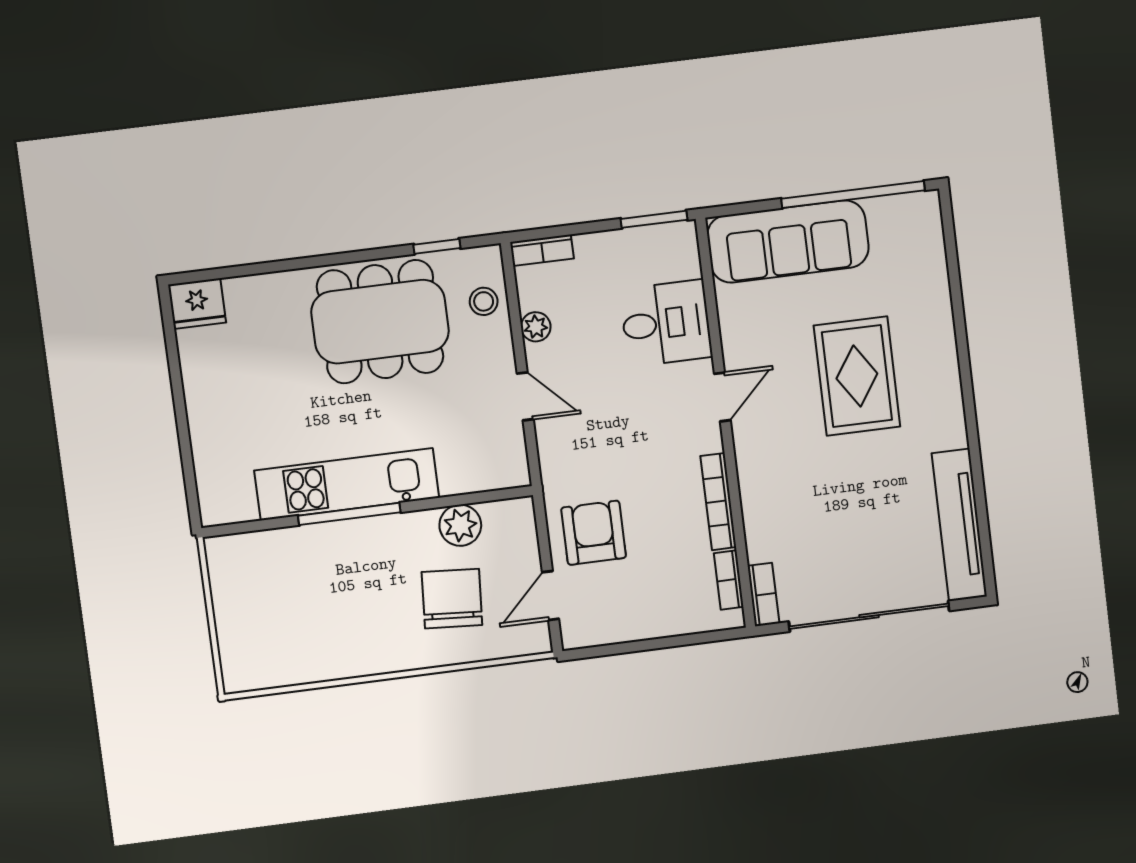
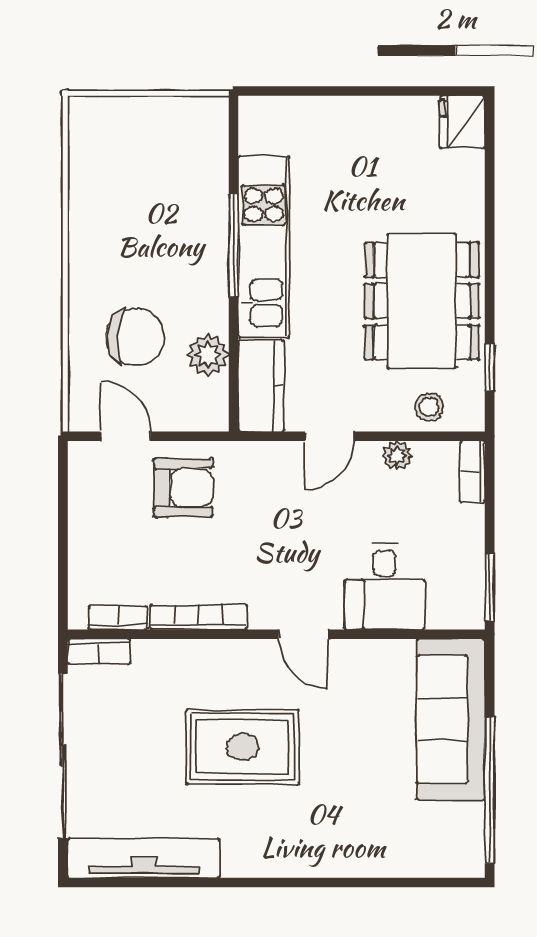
rug: (857, 376) -> (243, 747), moved
kitchen counter: (484, 469) -> (261, 386), added

